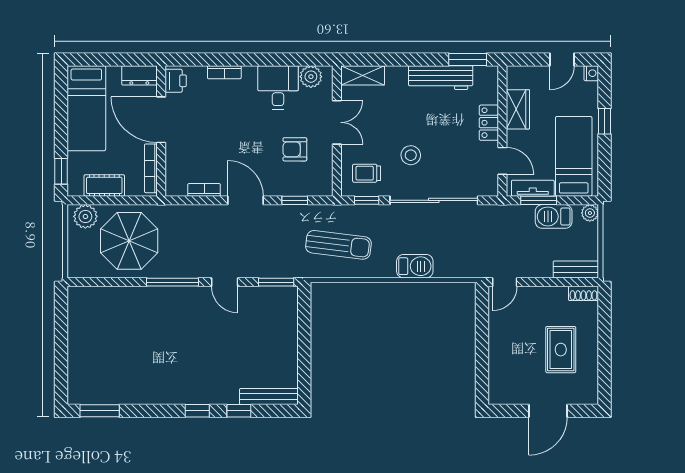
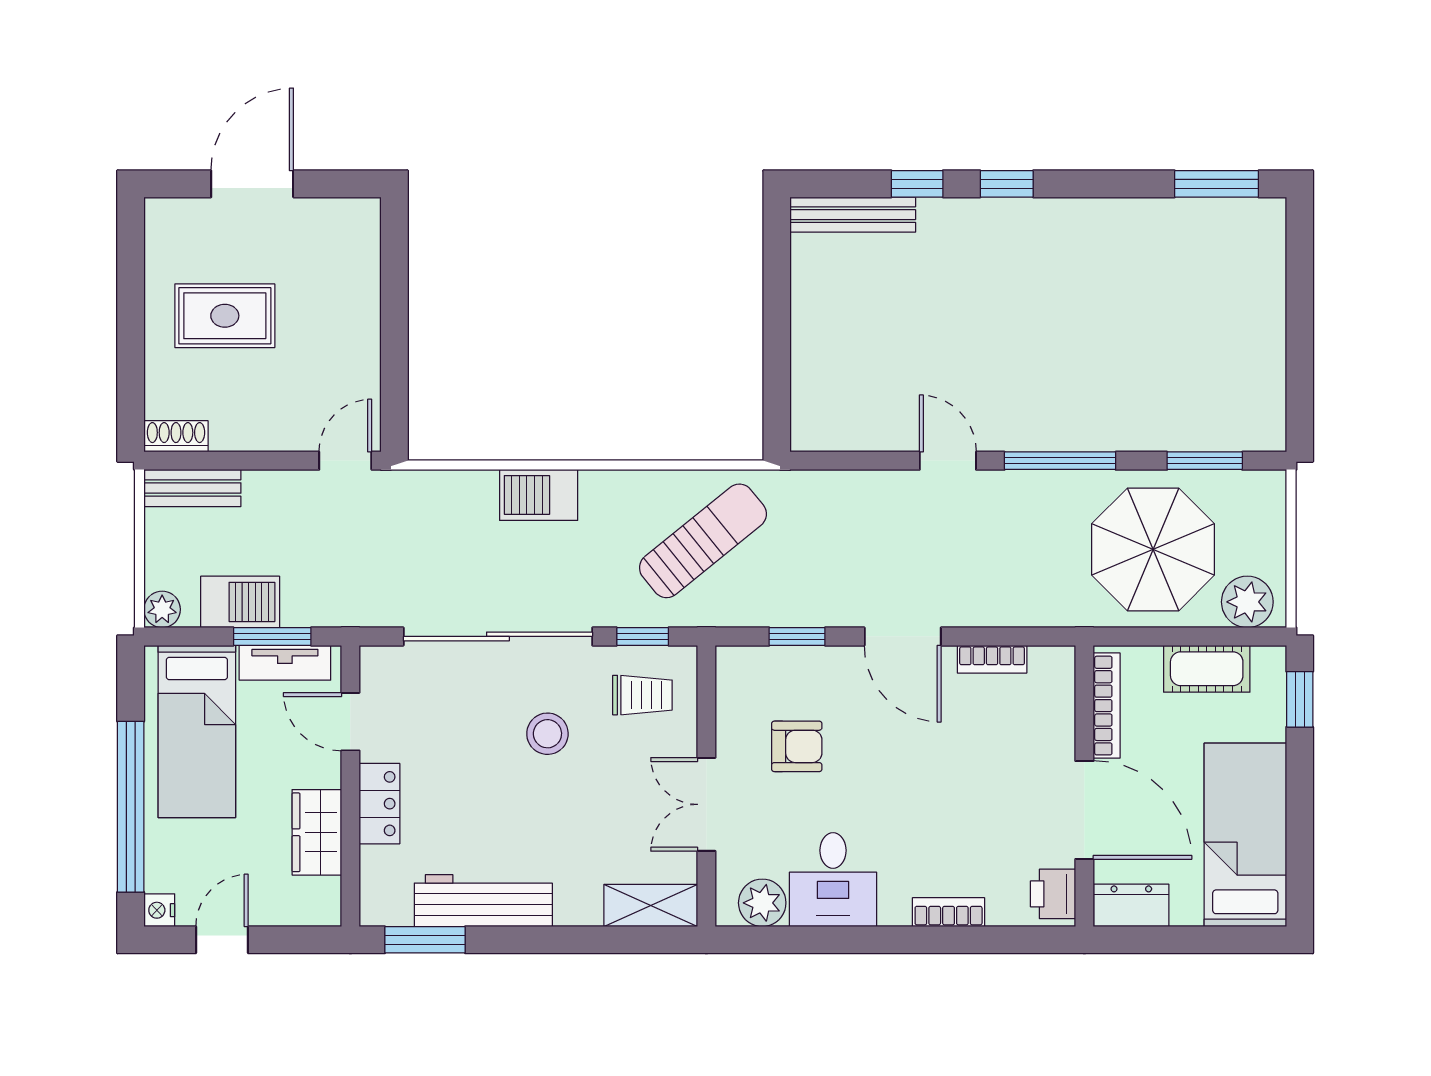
window: (605, 121) -> (131, 807), width x3.17
sun lounger: (338, 245) -> (703, 541), turned 134
window: (276, 282) -> (1205, 461), moved
rug: (561, 350) -> (225, 316), turned 90

